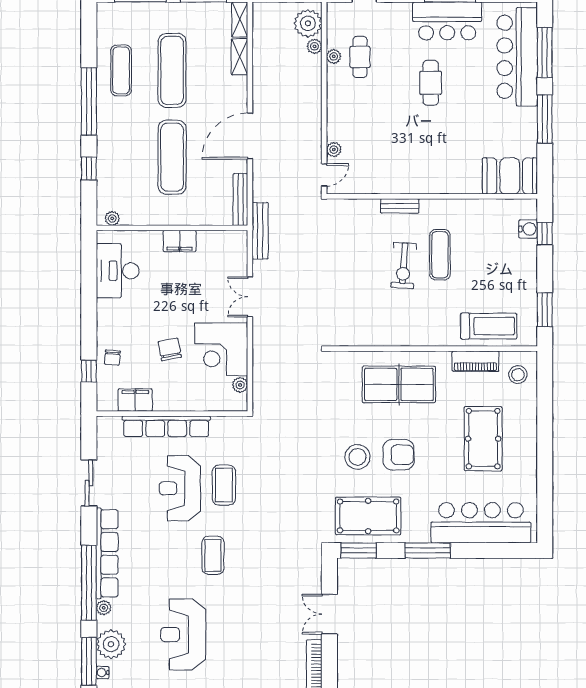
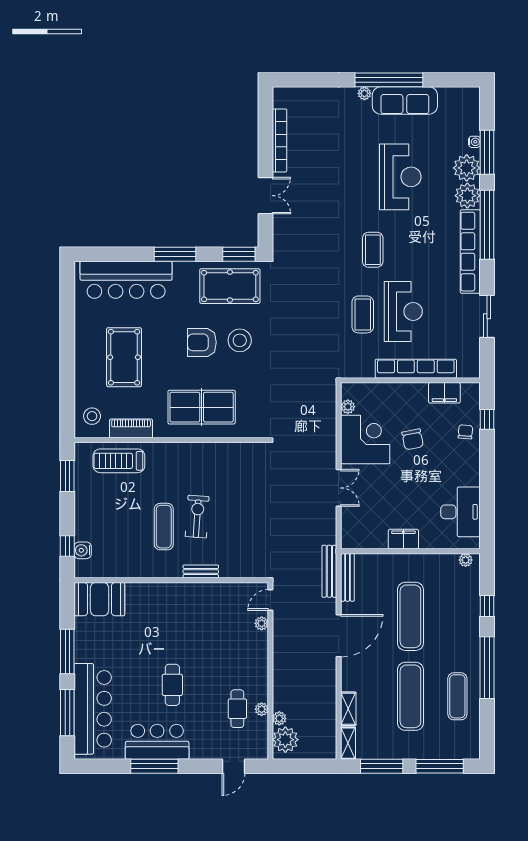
bench: (260, 231) -> (329, 571), moved
plant: (104, 608) -> (467, 196), width x1.88, depth x1.88

